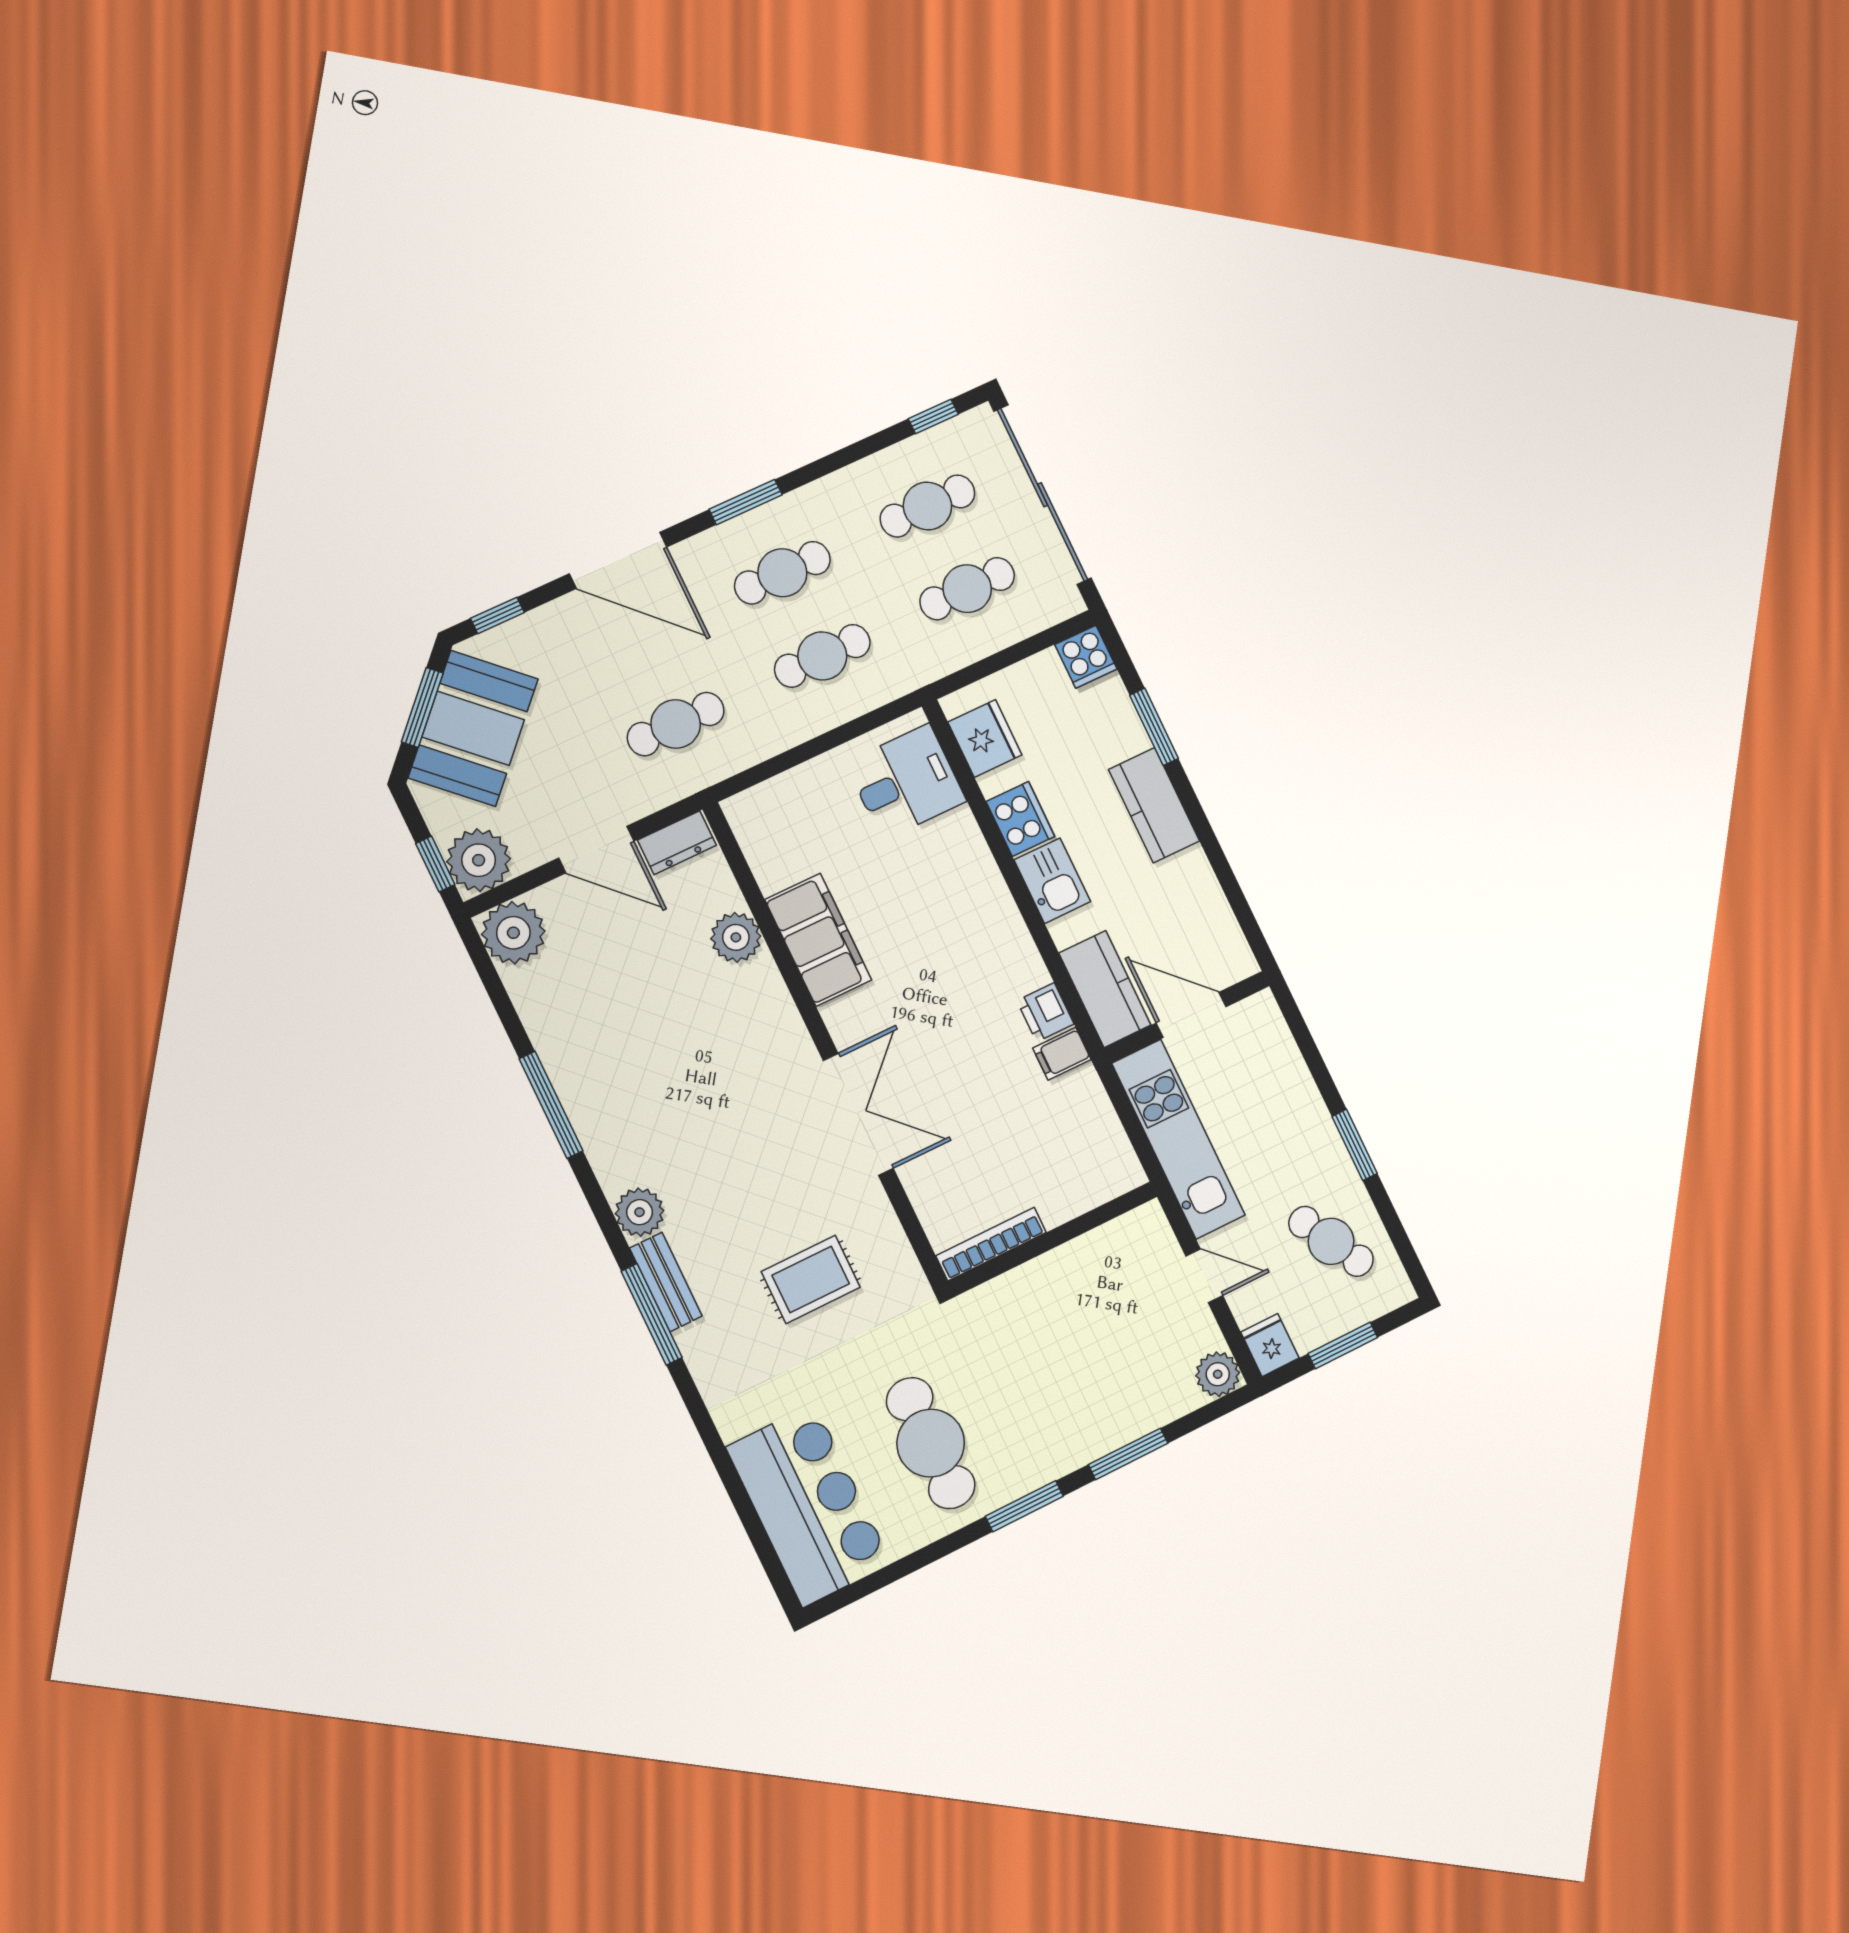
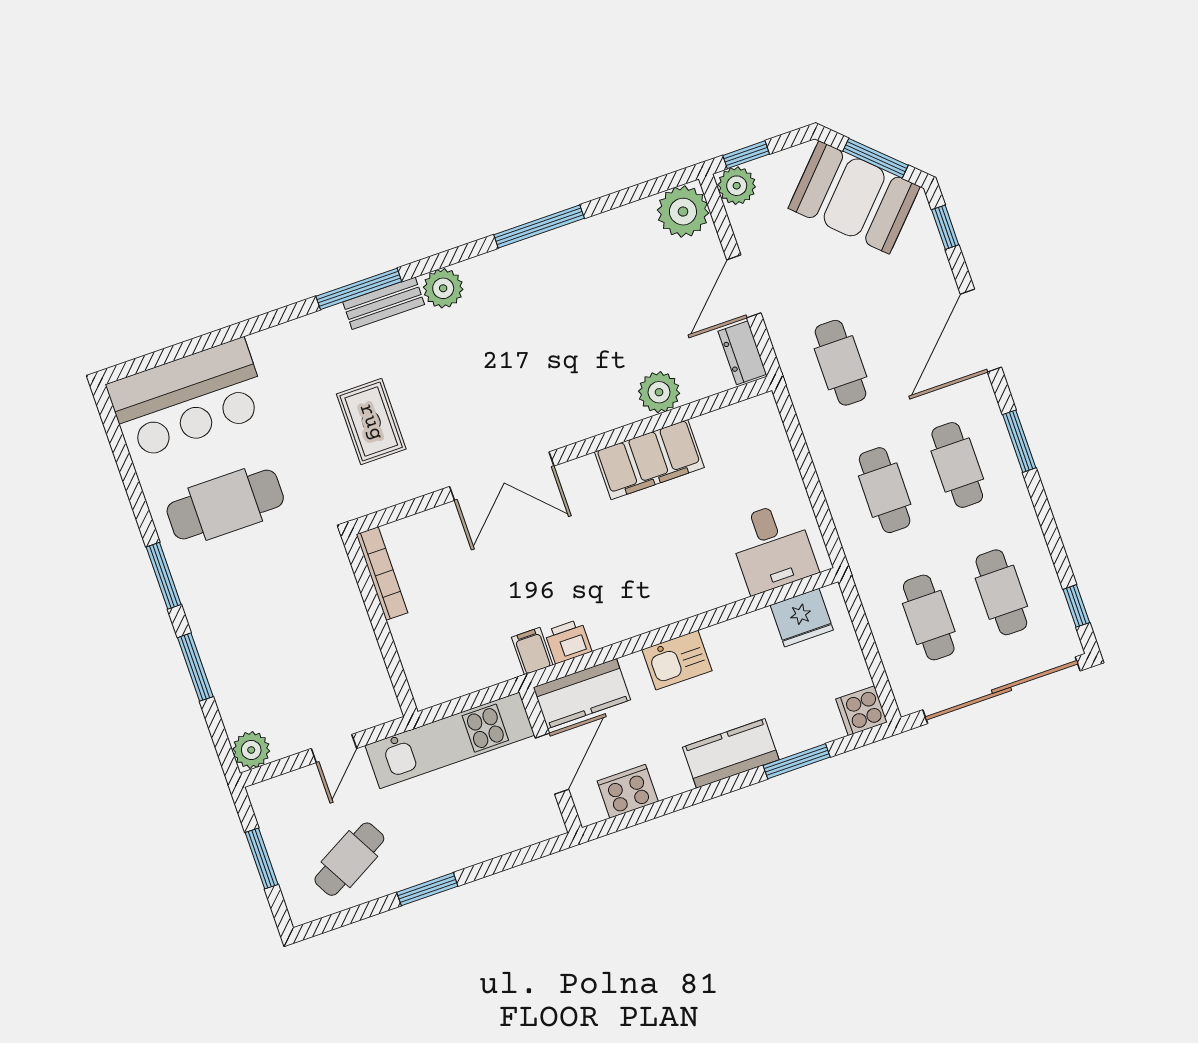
cooker: (1020, 819) -> (628, 791), moved, turned 180
plant: (479, 860) -> (737, 186), width x0.73, depth x0.73
fridge: (1270, 1345) -> (270, 797), removed

